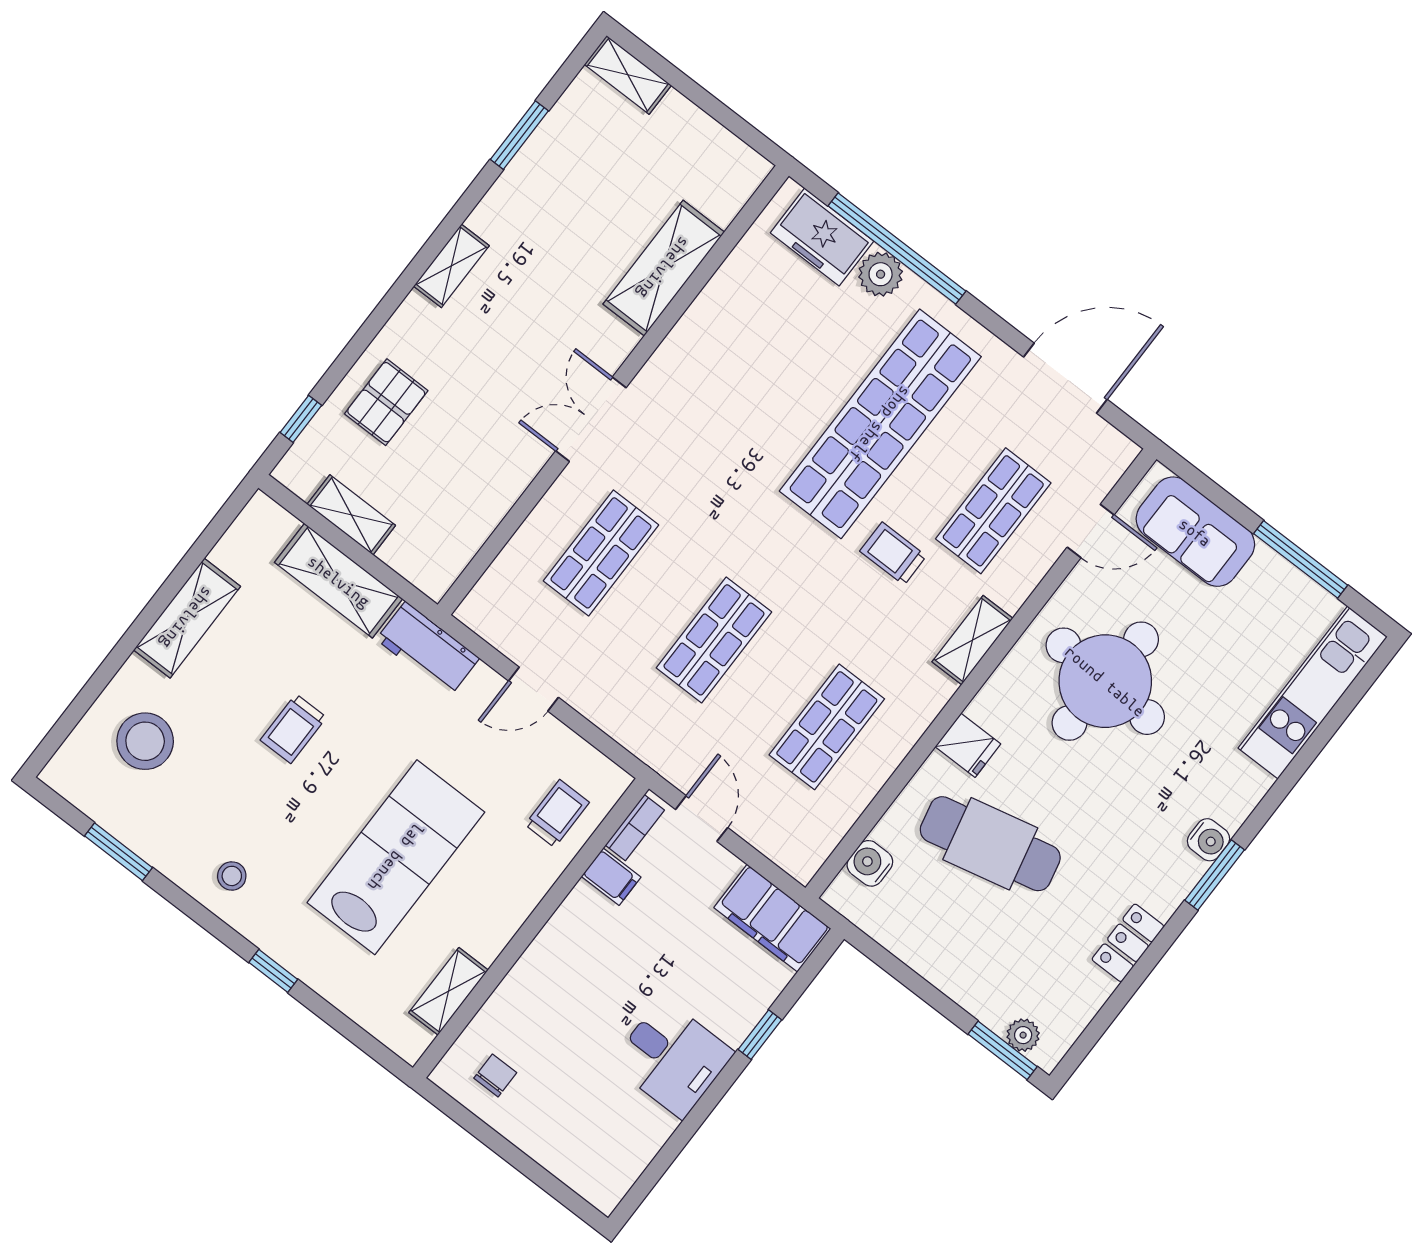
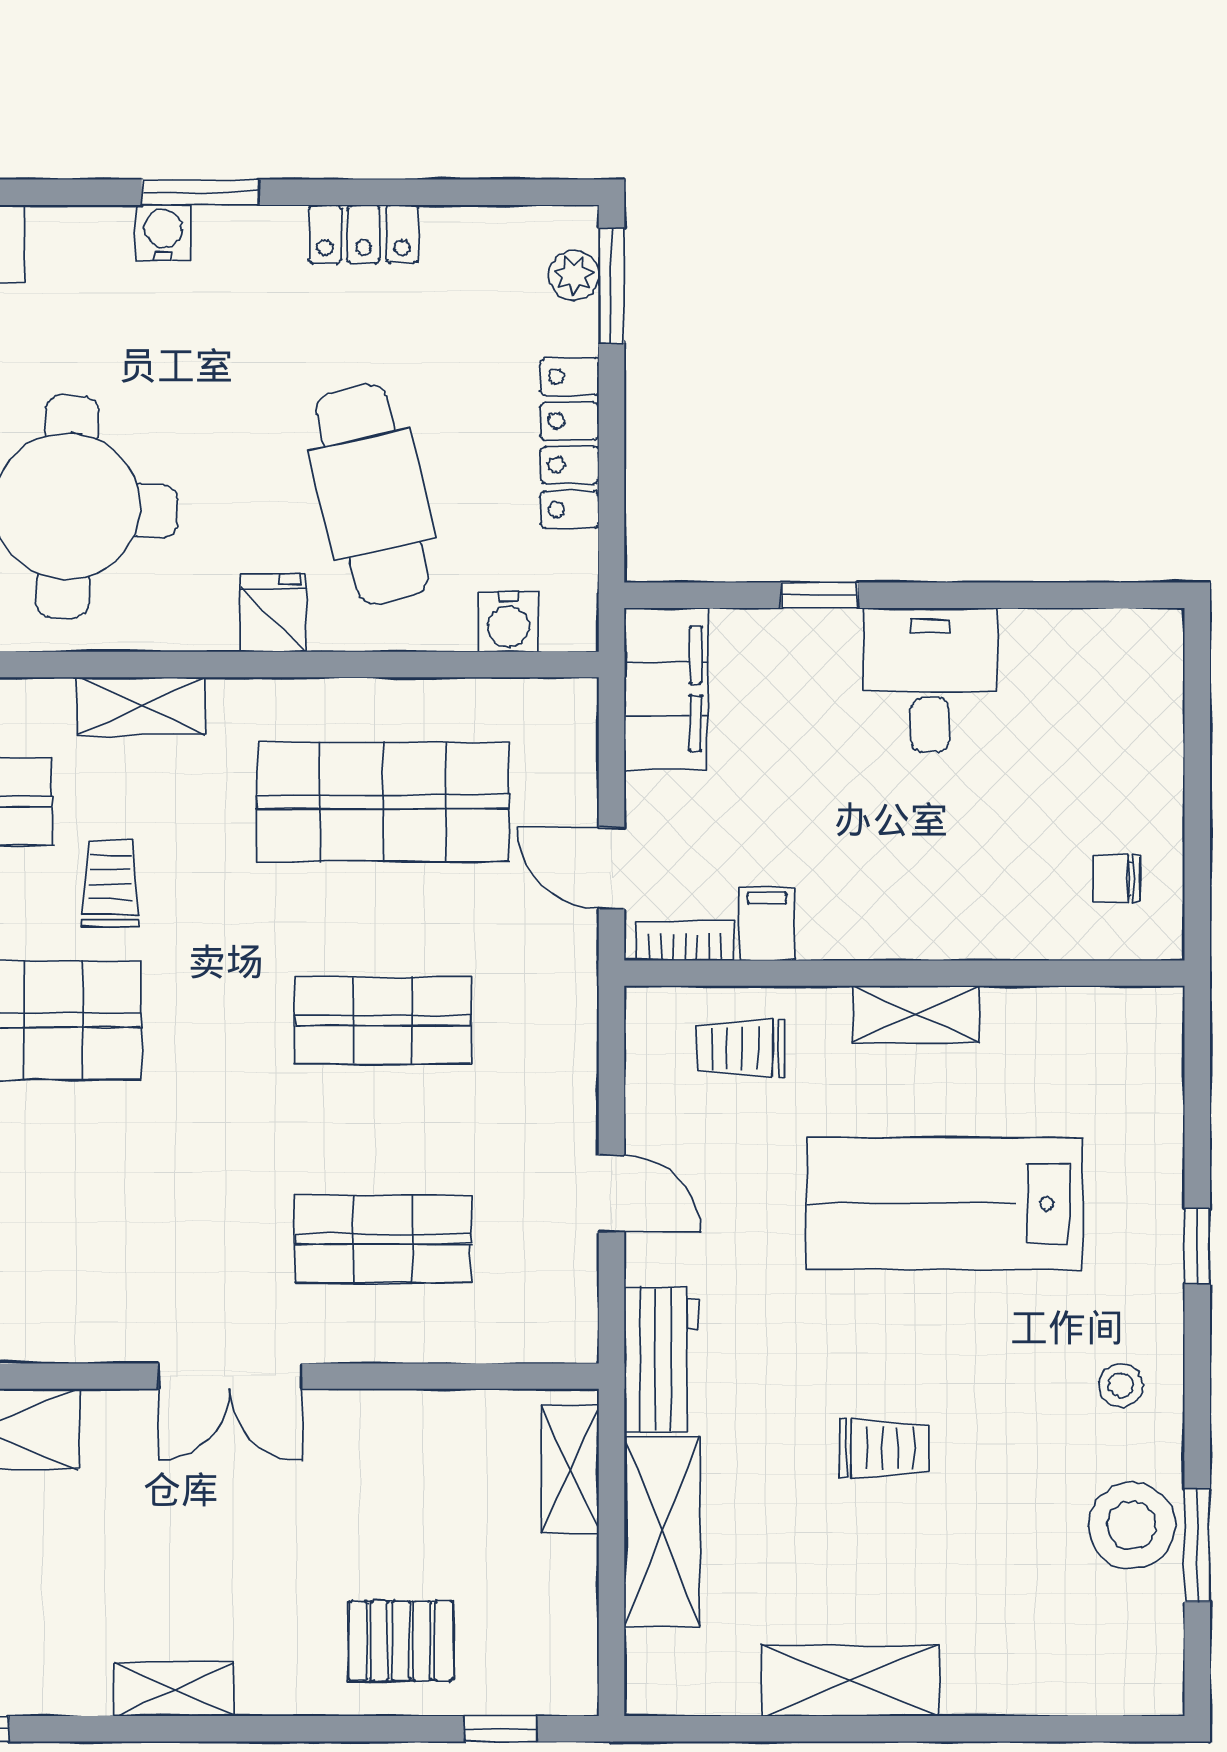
shelving: (351, 515) -> (570, 1469), moved
trolley: (893, 554) -> (111, 883), turned 180
shop shelf: (827, 727) -> (383, 802), width x1.43, depth x1.36
stool: (145, 741) -> (1132, 1526), moved
door: (702, 819) -> (612, 868), hinge flipped
locker: (938, 966) -> (570, 443), added
shelving: (448, 991) -> (916, 1014), moved

